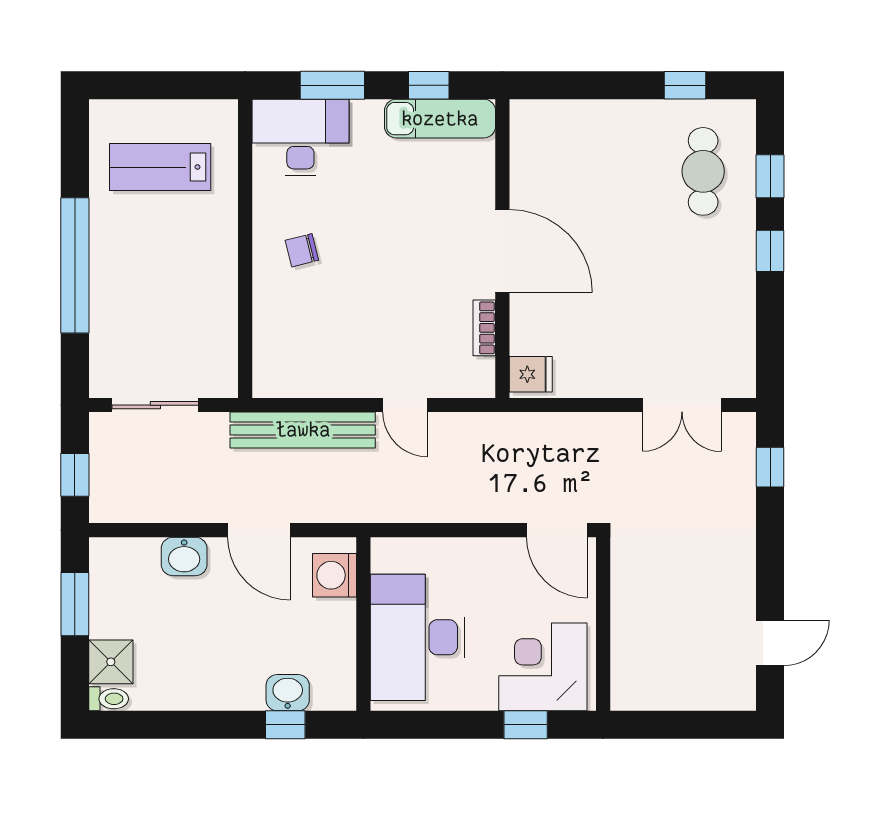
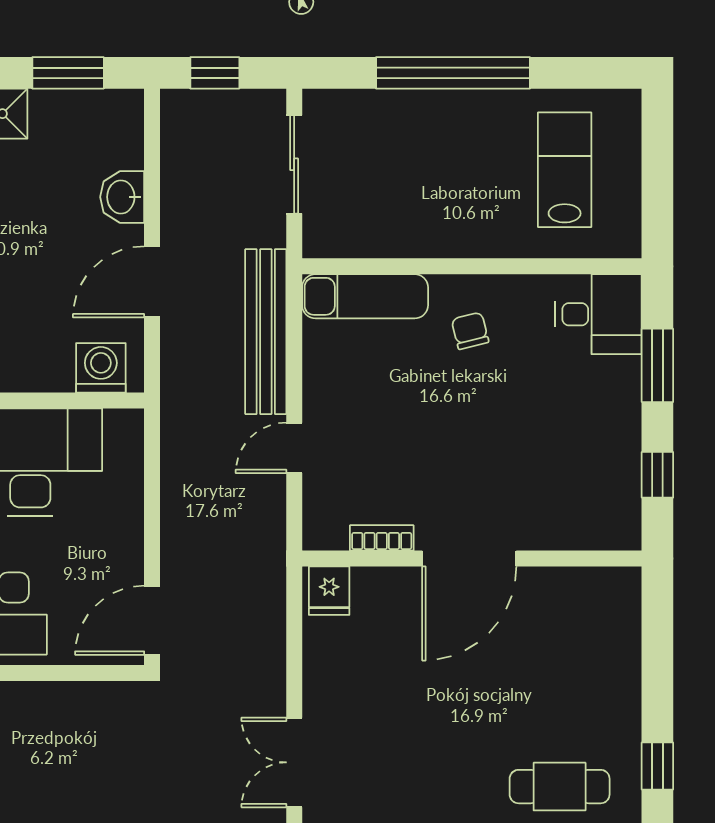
exam couch: (440, 119) -> (365, 296), moved, turned -90
desk: (300, 137) -> (599, 314), width x0.73

